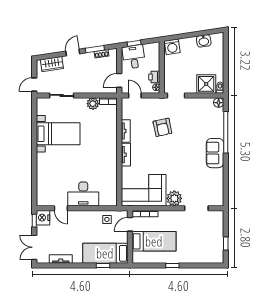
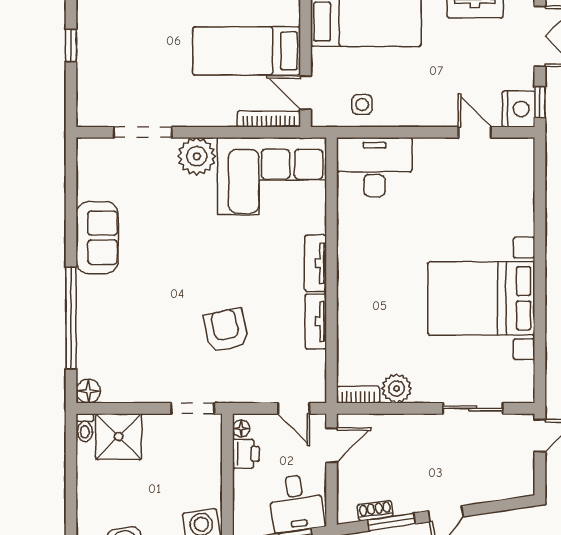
wardrobe: (52, 64) -> (497, 485), removed
bed with nightstands: (58, 134) -> (481, 298), width x1.36
sofa: (215, 153) -> (97, 238), moved
desk: (83, 194) -> (374, 167), moved
door: (130, 224) -> (305, 93), swing flipped

